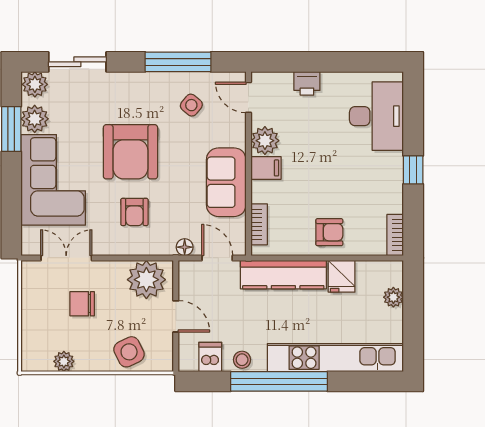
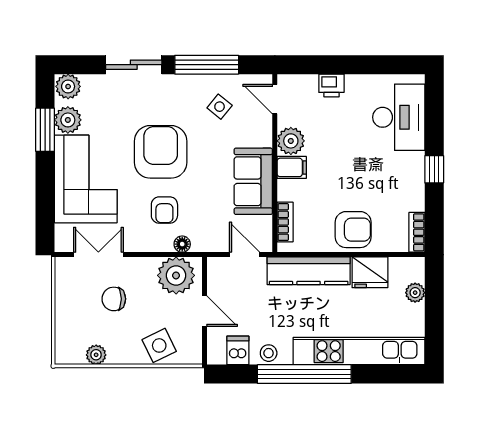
sliding door: (77, 62) -> (134, 65), moved
armchair: (130, 152) -> (161, 152), turned 180
armchair: (329, 232) -> (353, 230), width x1.38, depth x1.38
floor lamp: (185, 247) -> (182, 244), moved
fridge: (342, 276) -> (370, 272), width x1.38

